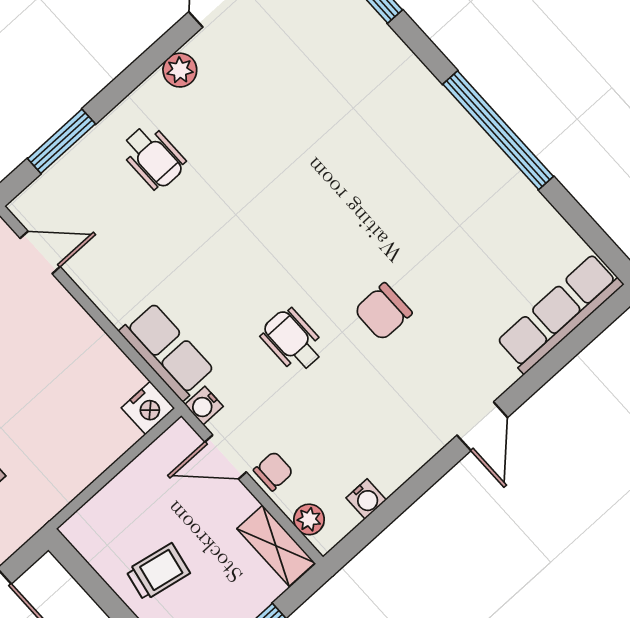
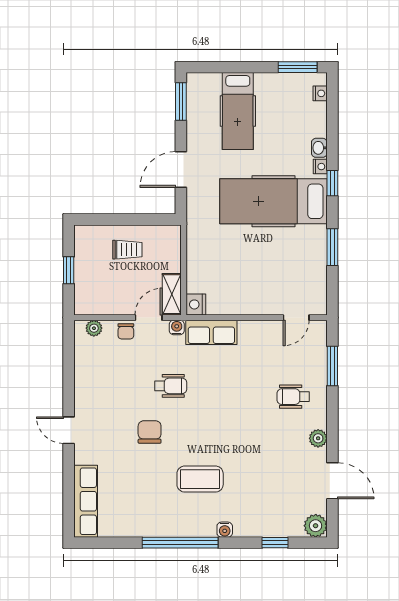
coffee table: (385, 183) -> (200, 479), added
water cooler: (366, 499) -> (225, 530), moved, turned -90
shelving: (276, 546) -> (172, 294), moved, turned 90
trolley: (158, 572) -> (127, 250), turned -101

